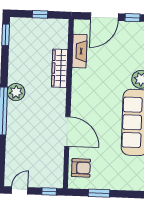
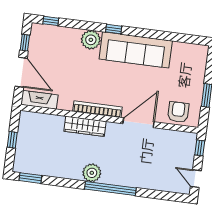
fireplace: (79, 51) -> (39, 100), moved
wardrobe: (60, 68) -> (85, 126), moved
bookcase: (76, 92) -> (97, 109), added

